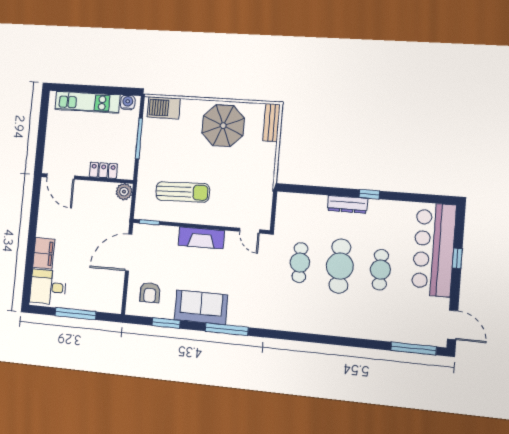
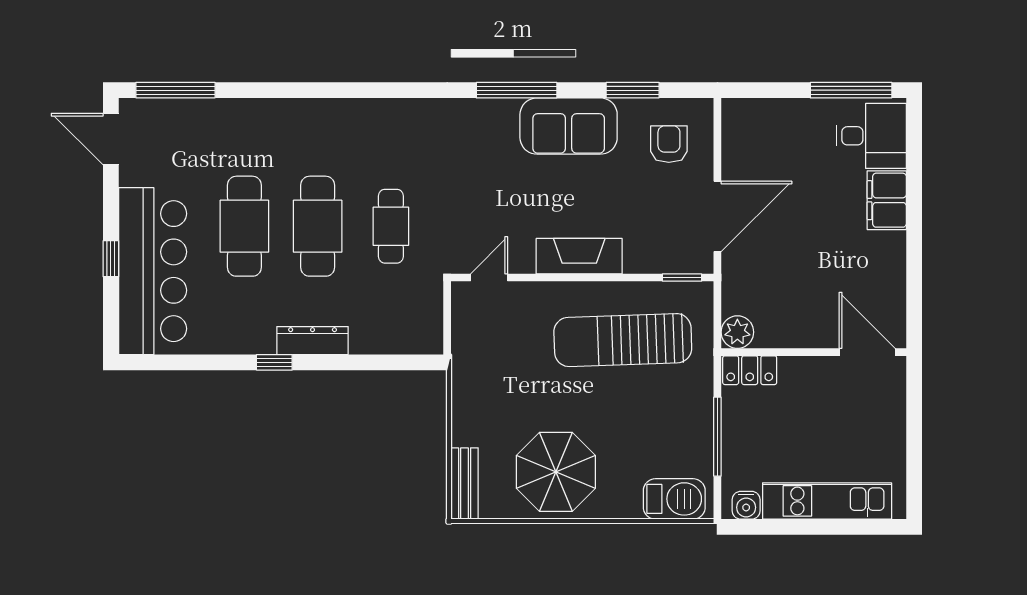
locker: (103, 170) -> (750, 370), moved
sun lounger: (183, 192) -> (623, 340), width x1.36, depth x1.34
door: (250, 231) -> (489, 277), hinge flipped
cafe table: (380, 270) -> (244, 226), width x1.37, depth x1.35
window: (76, 314) -> (851, 90), moved

